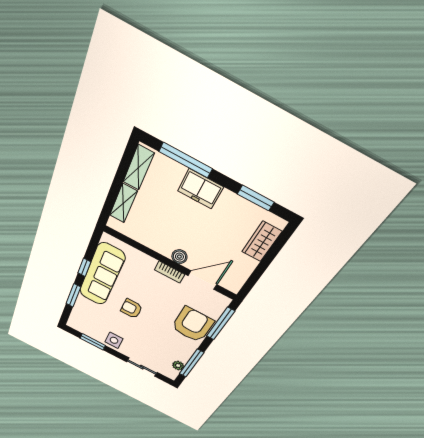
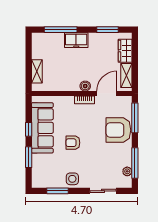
shelving: (138, 168) -> (126, 76), moved
armchair: (192, 325) -> (118, 130), turned -90

